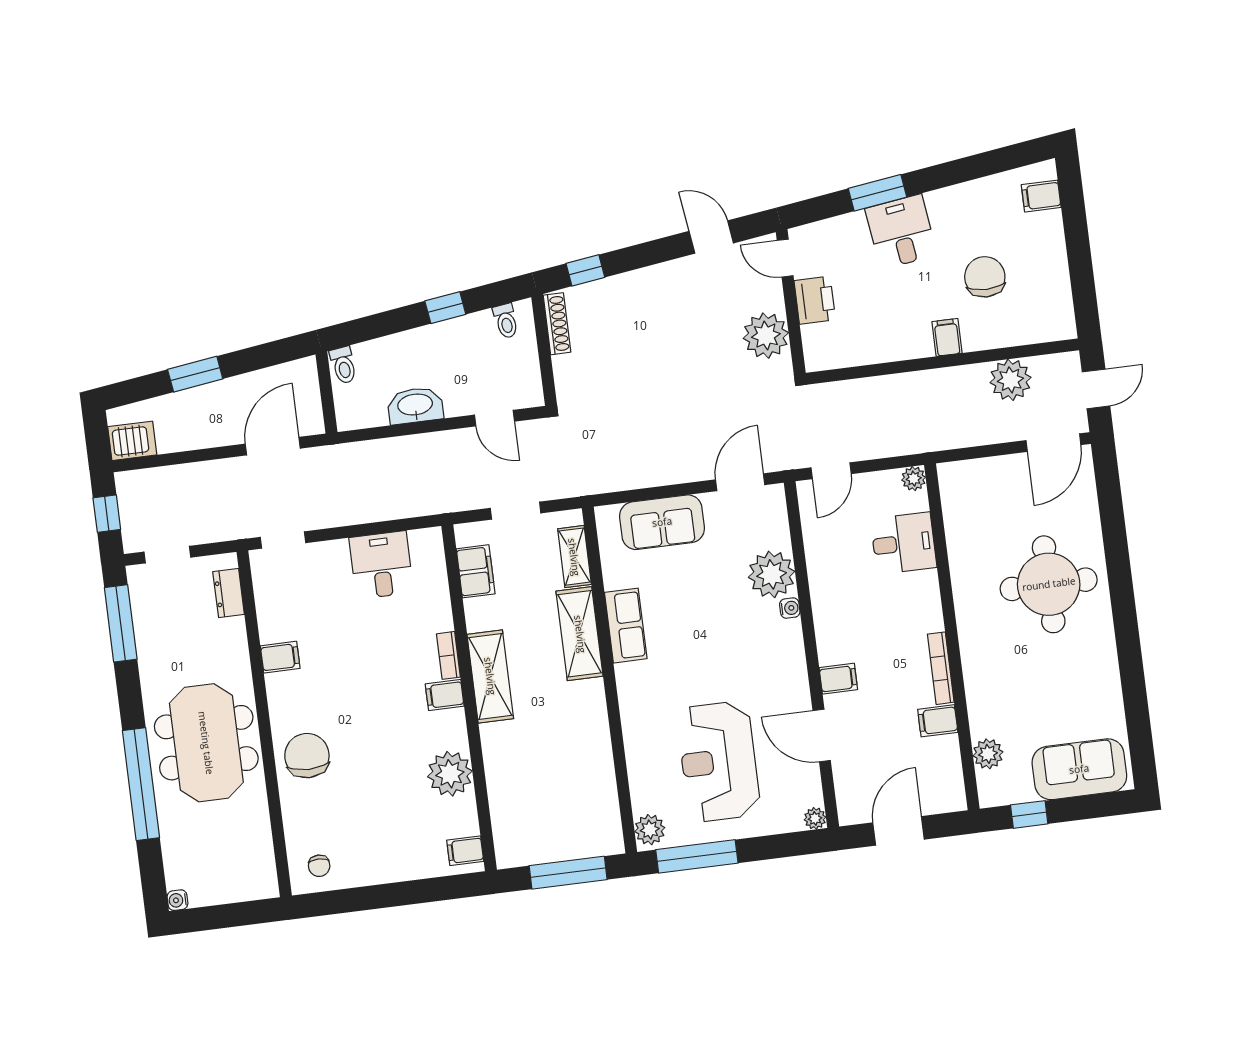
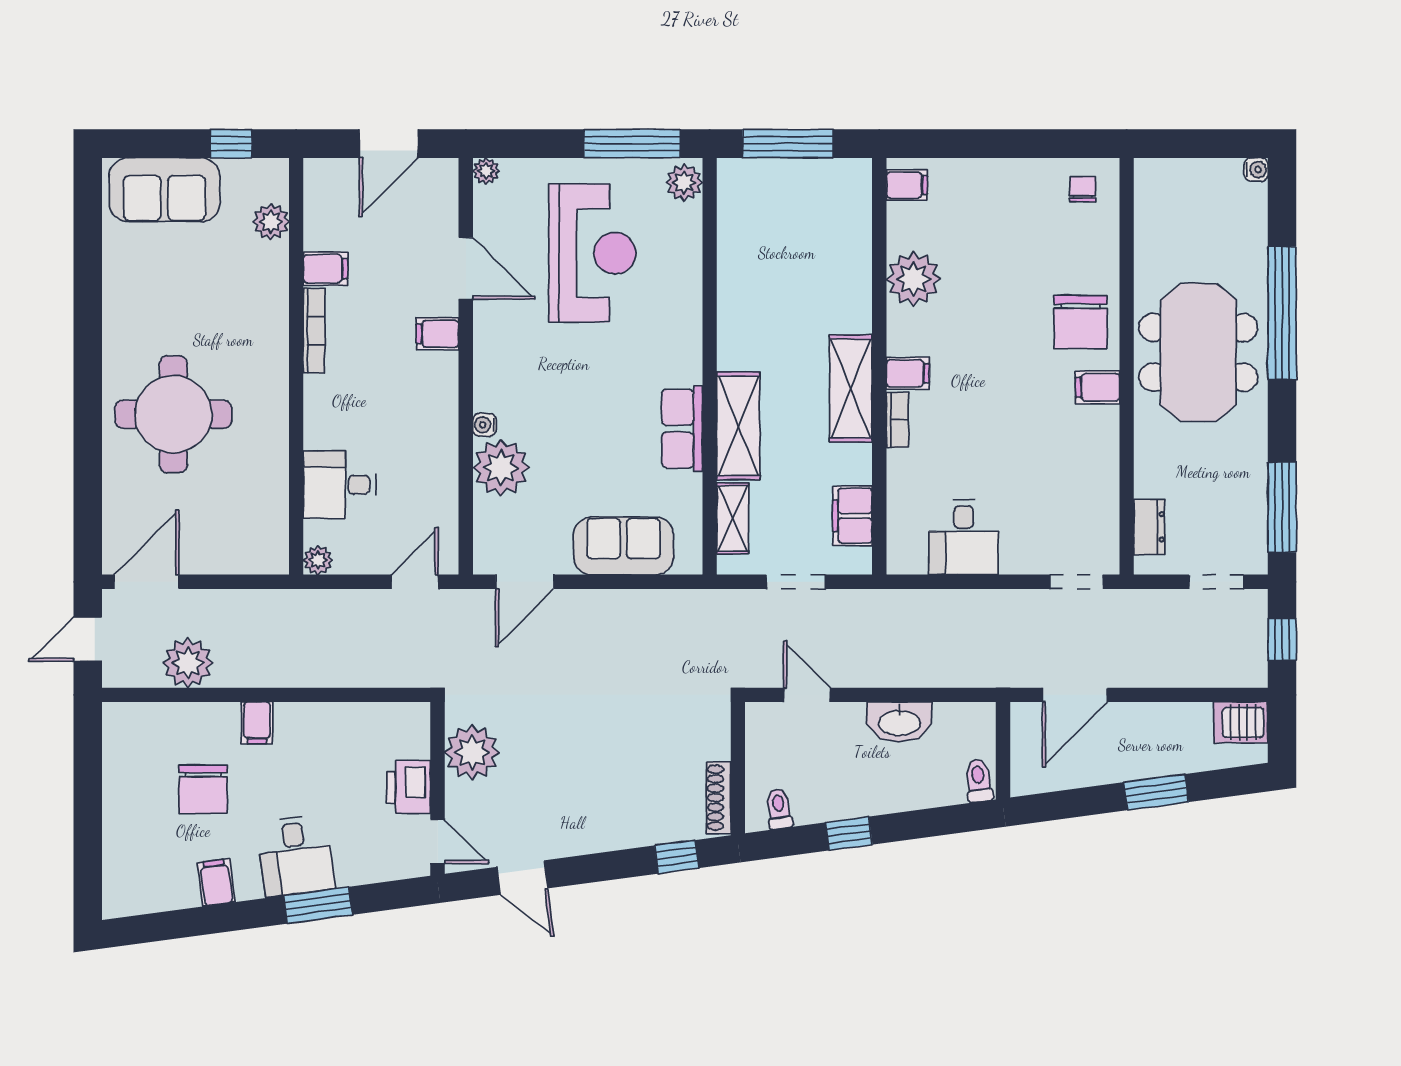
filing cabinet: (1041, 196) -> (216, 882), moved, turned -98
filing cabinet: (280, 657) -> (1098, 387), moved

